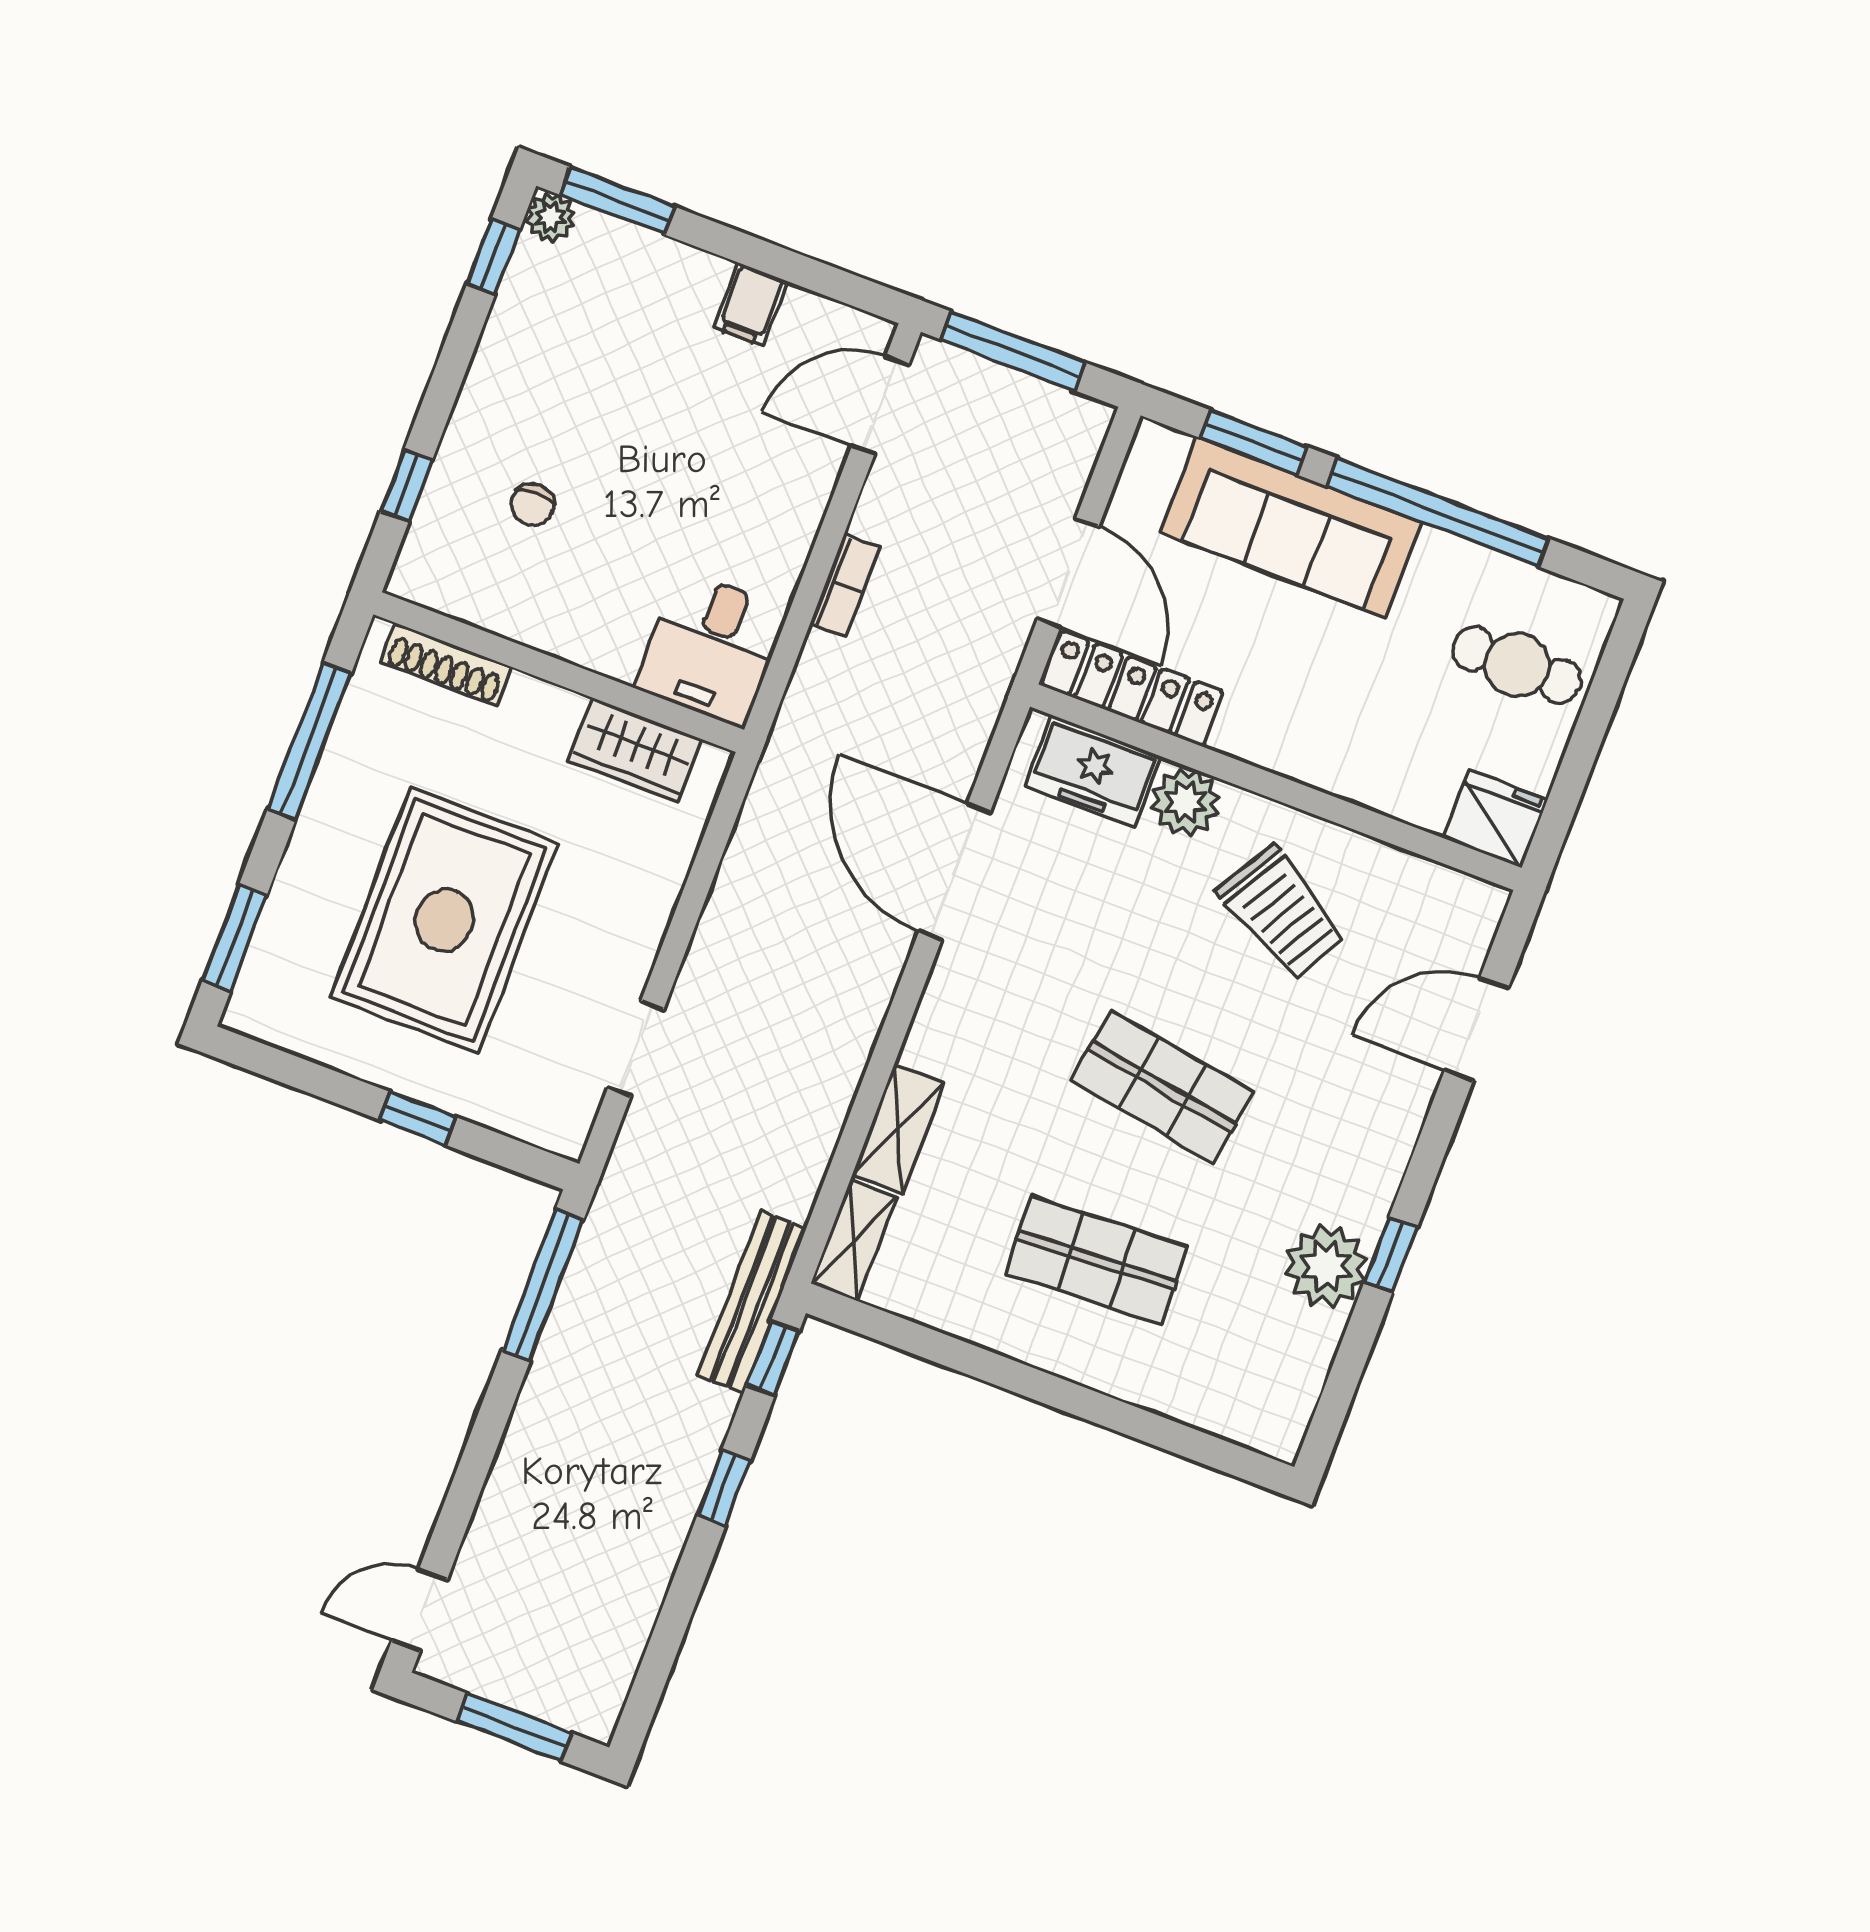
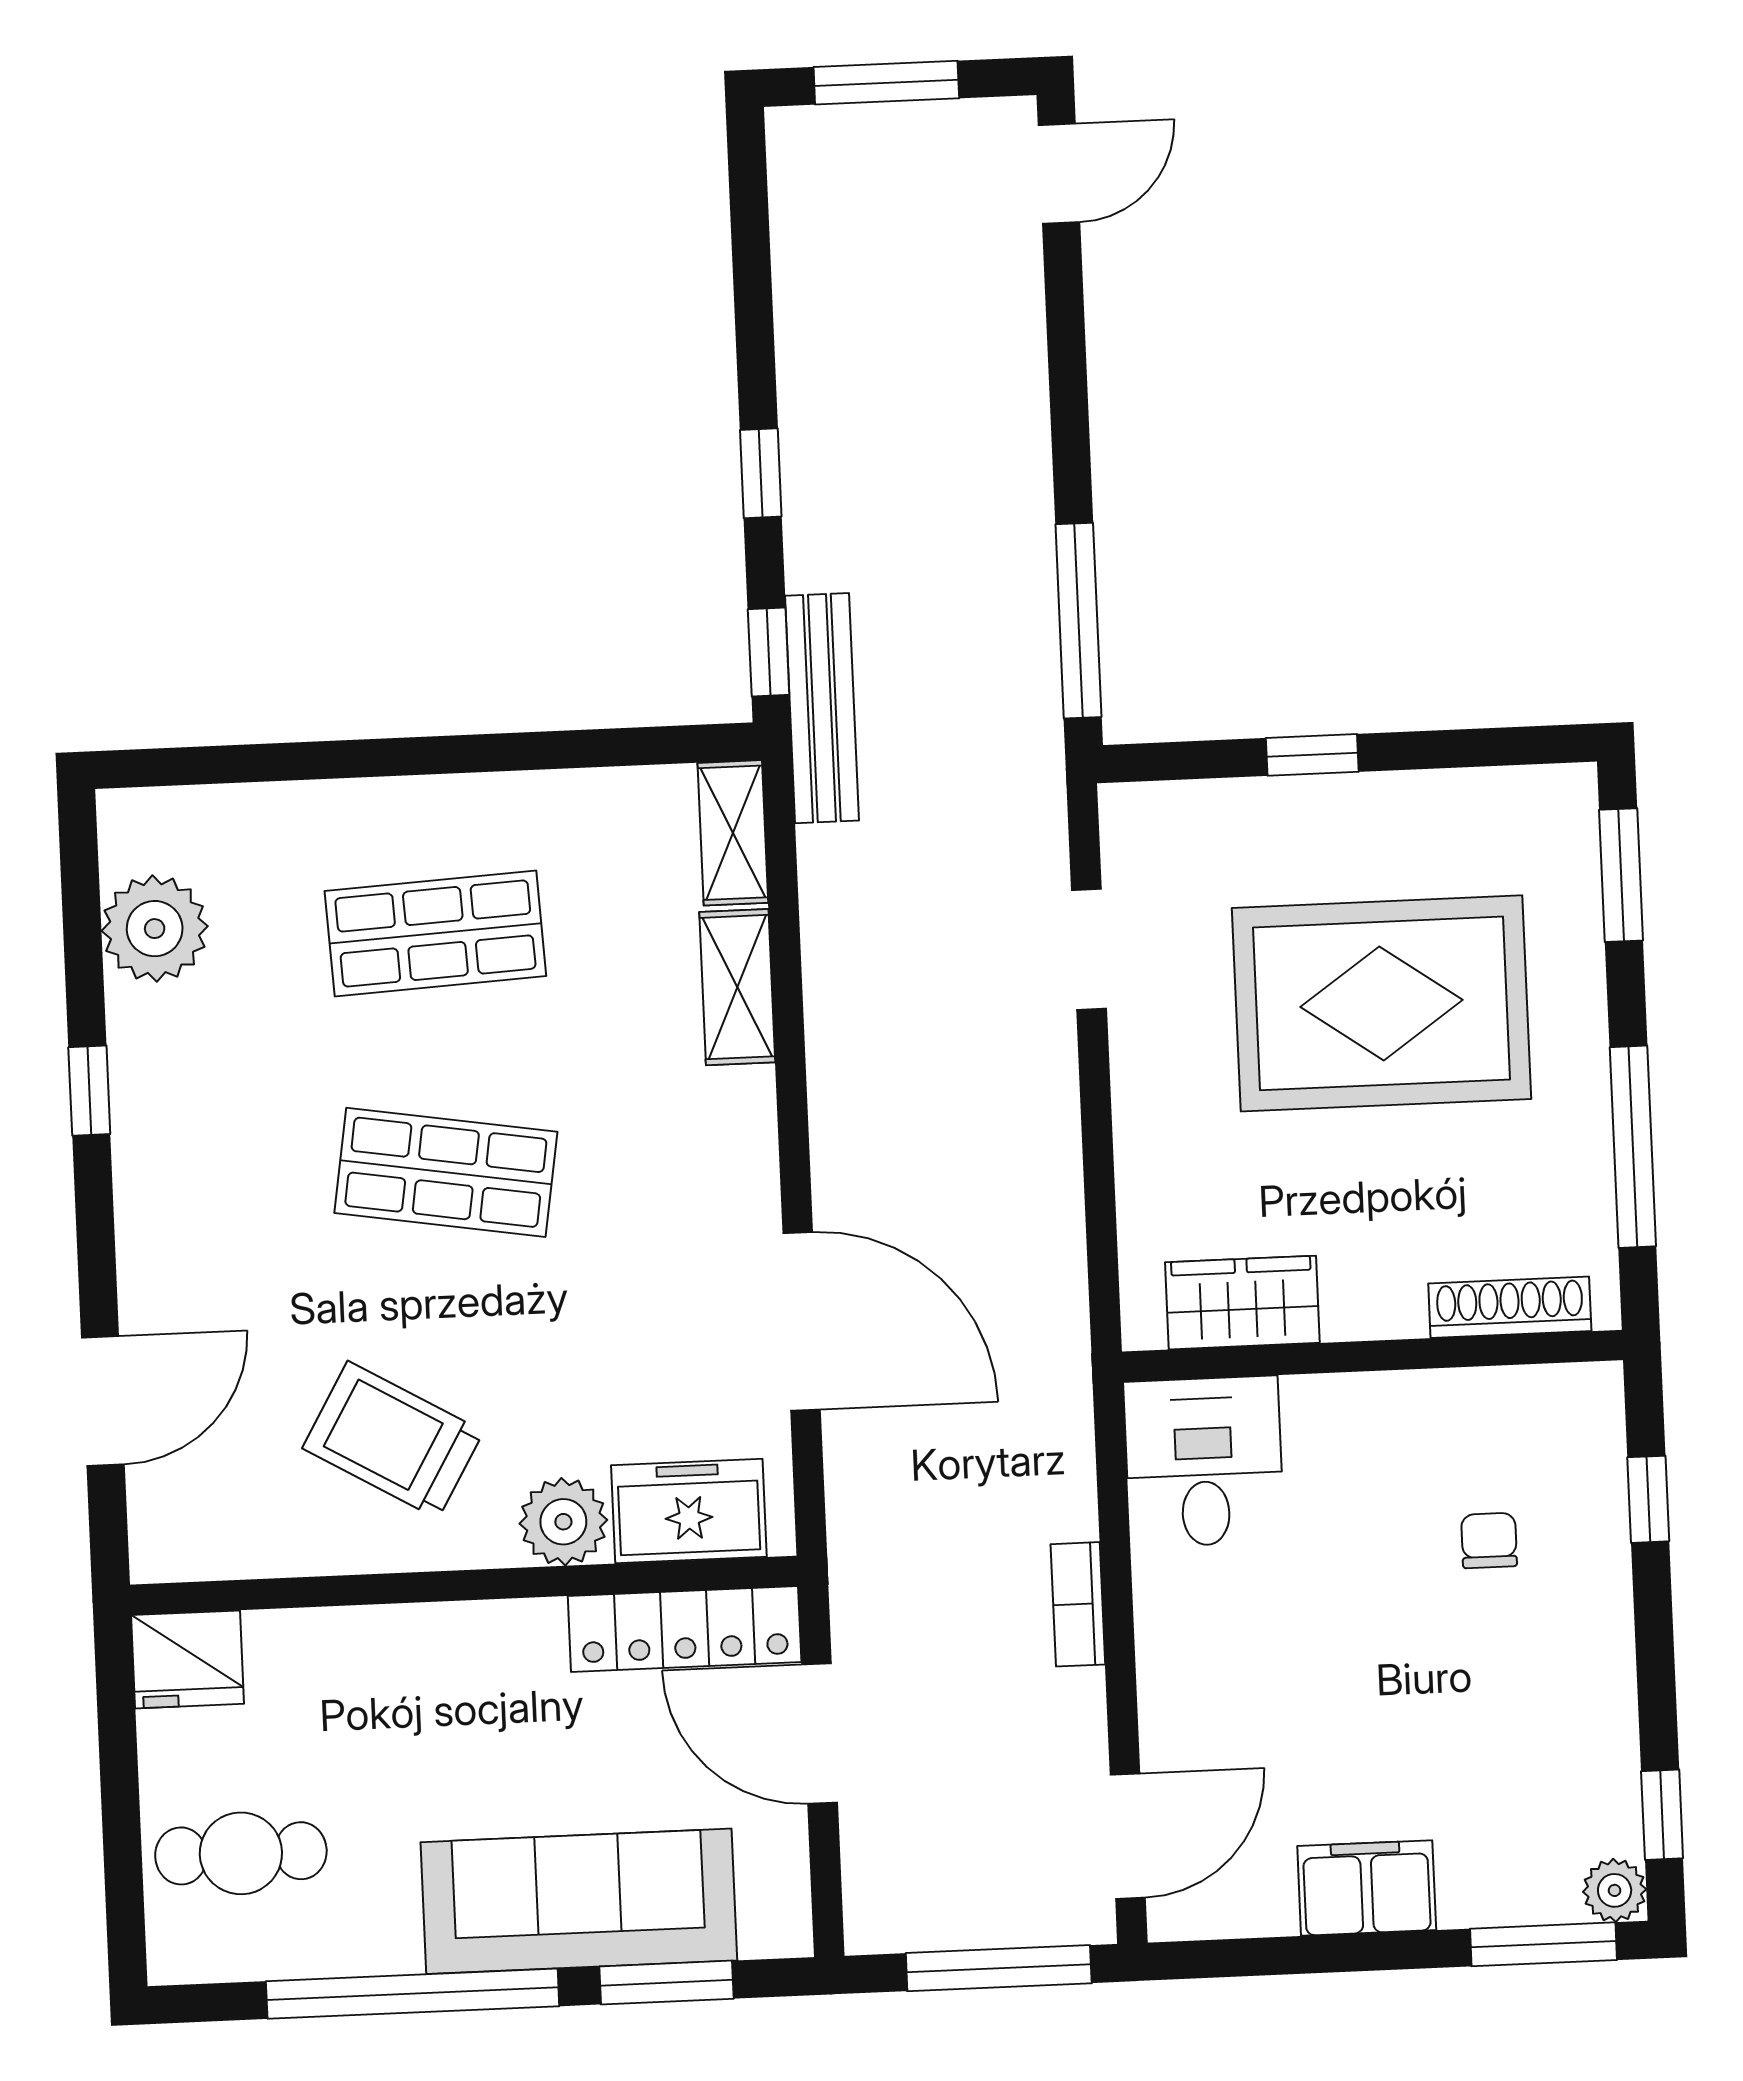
filing cabinet: (750, 304) -> (1367, 1888), width x2.00
rug: (444, 920) -> (1381, 1003), turned 90
plant: (1326, 1266) -> (155, 929), moved

